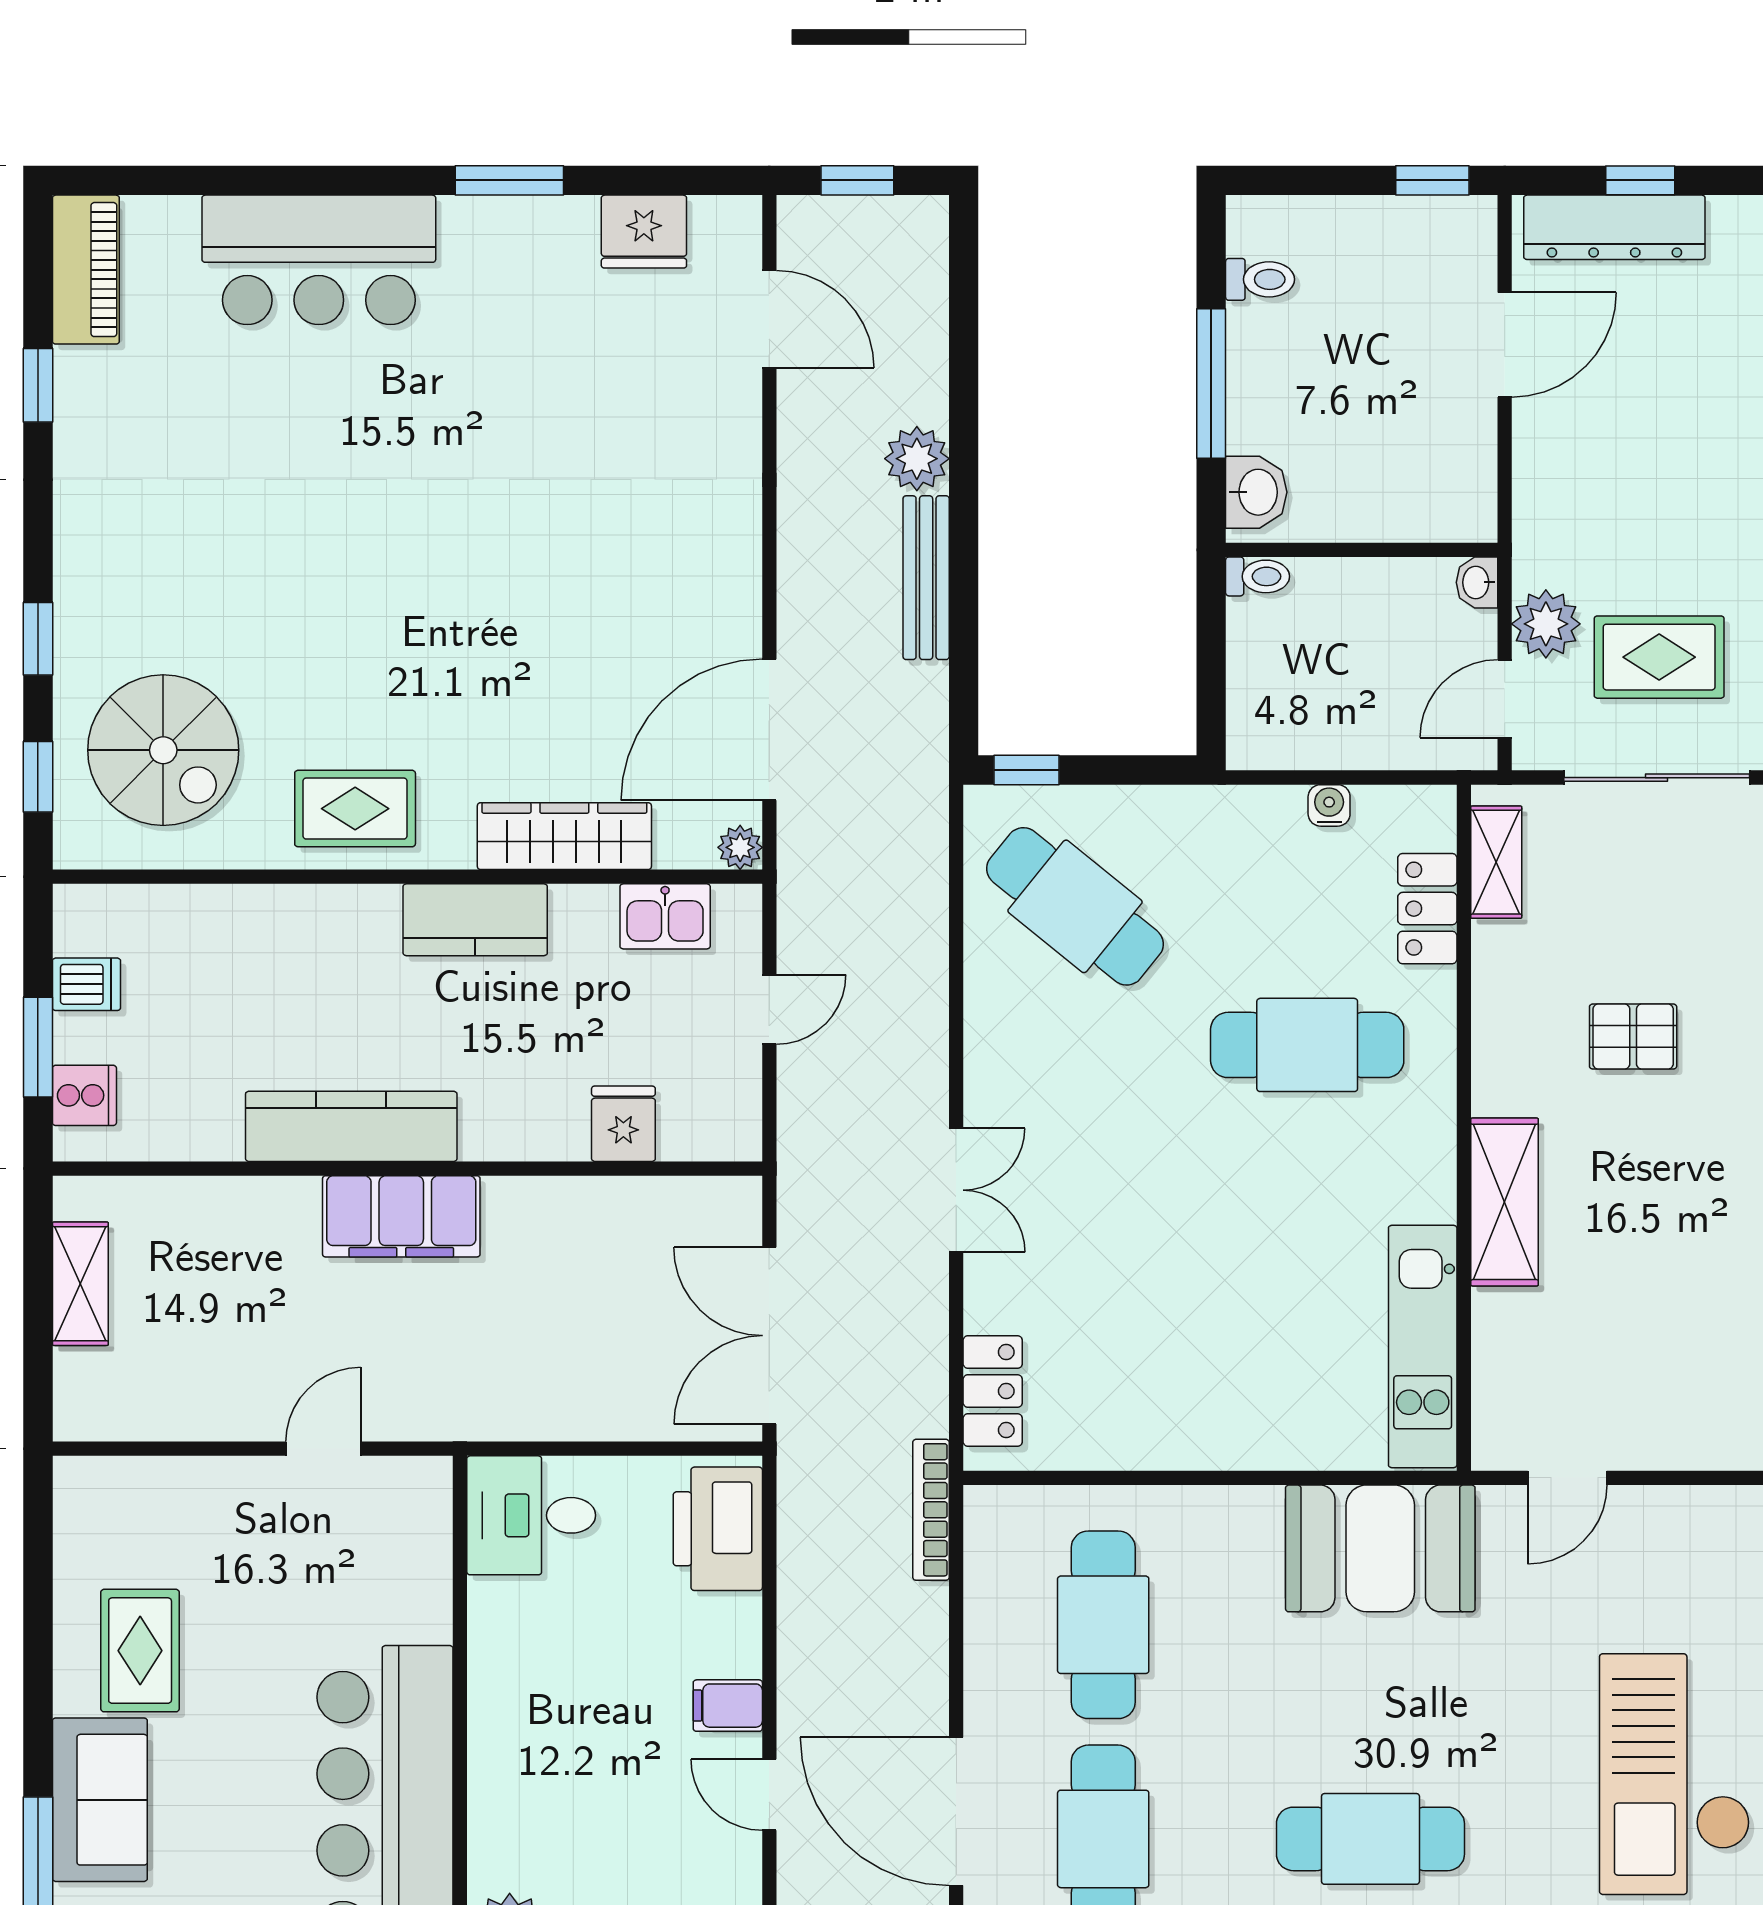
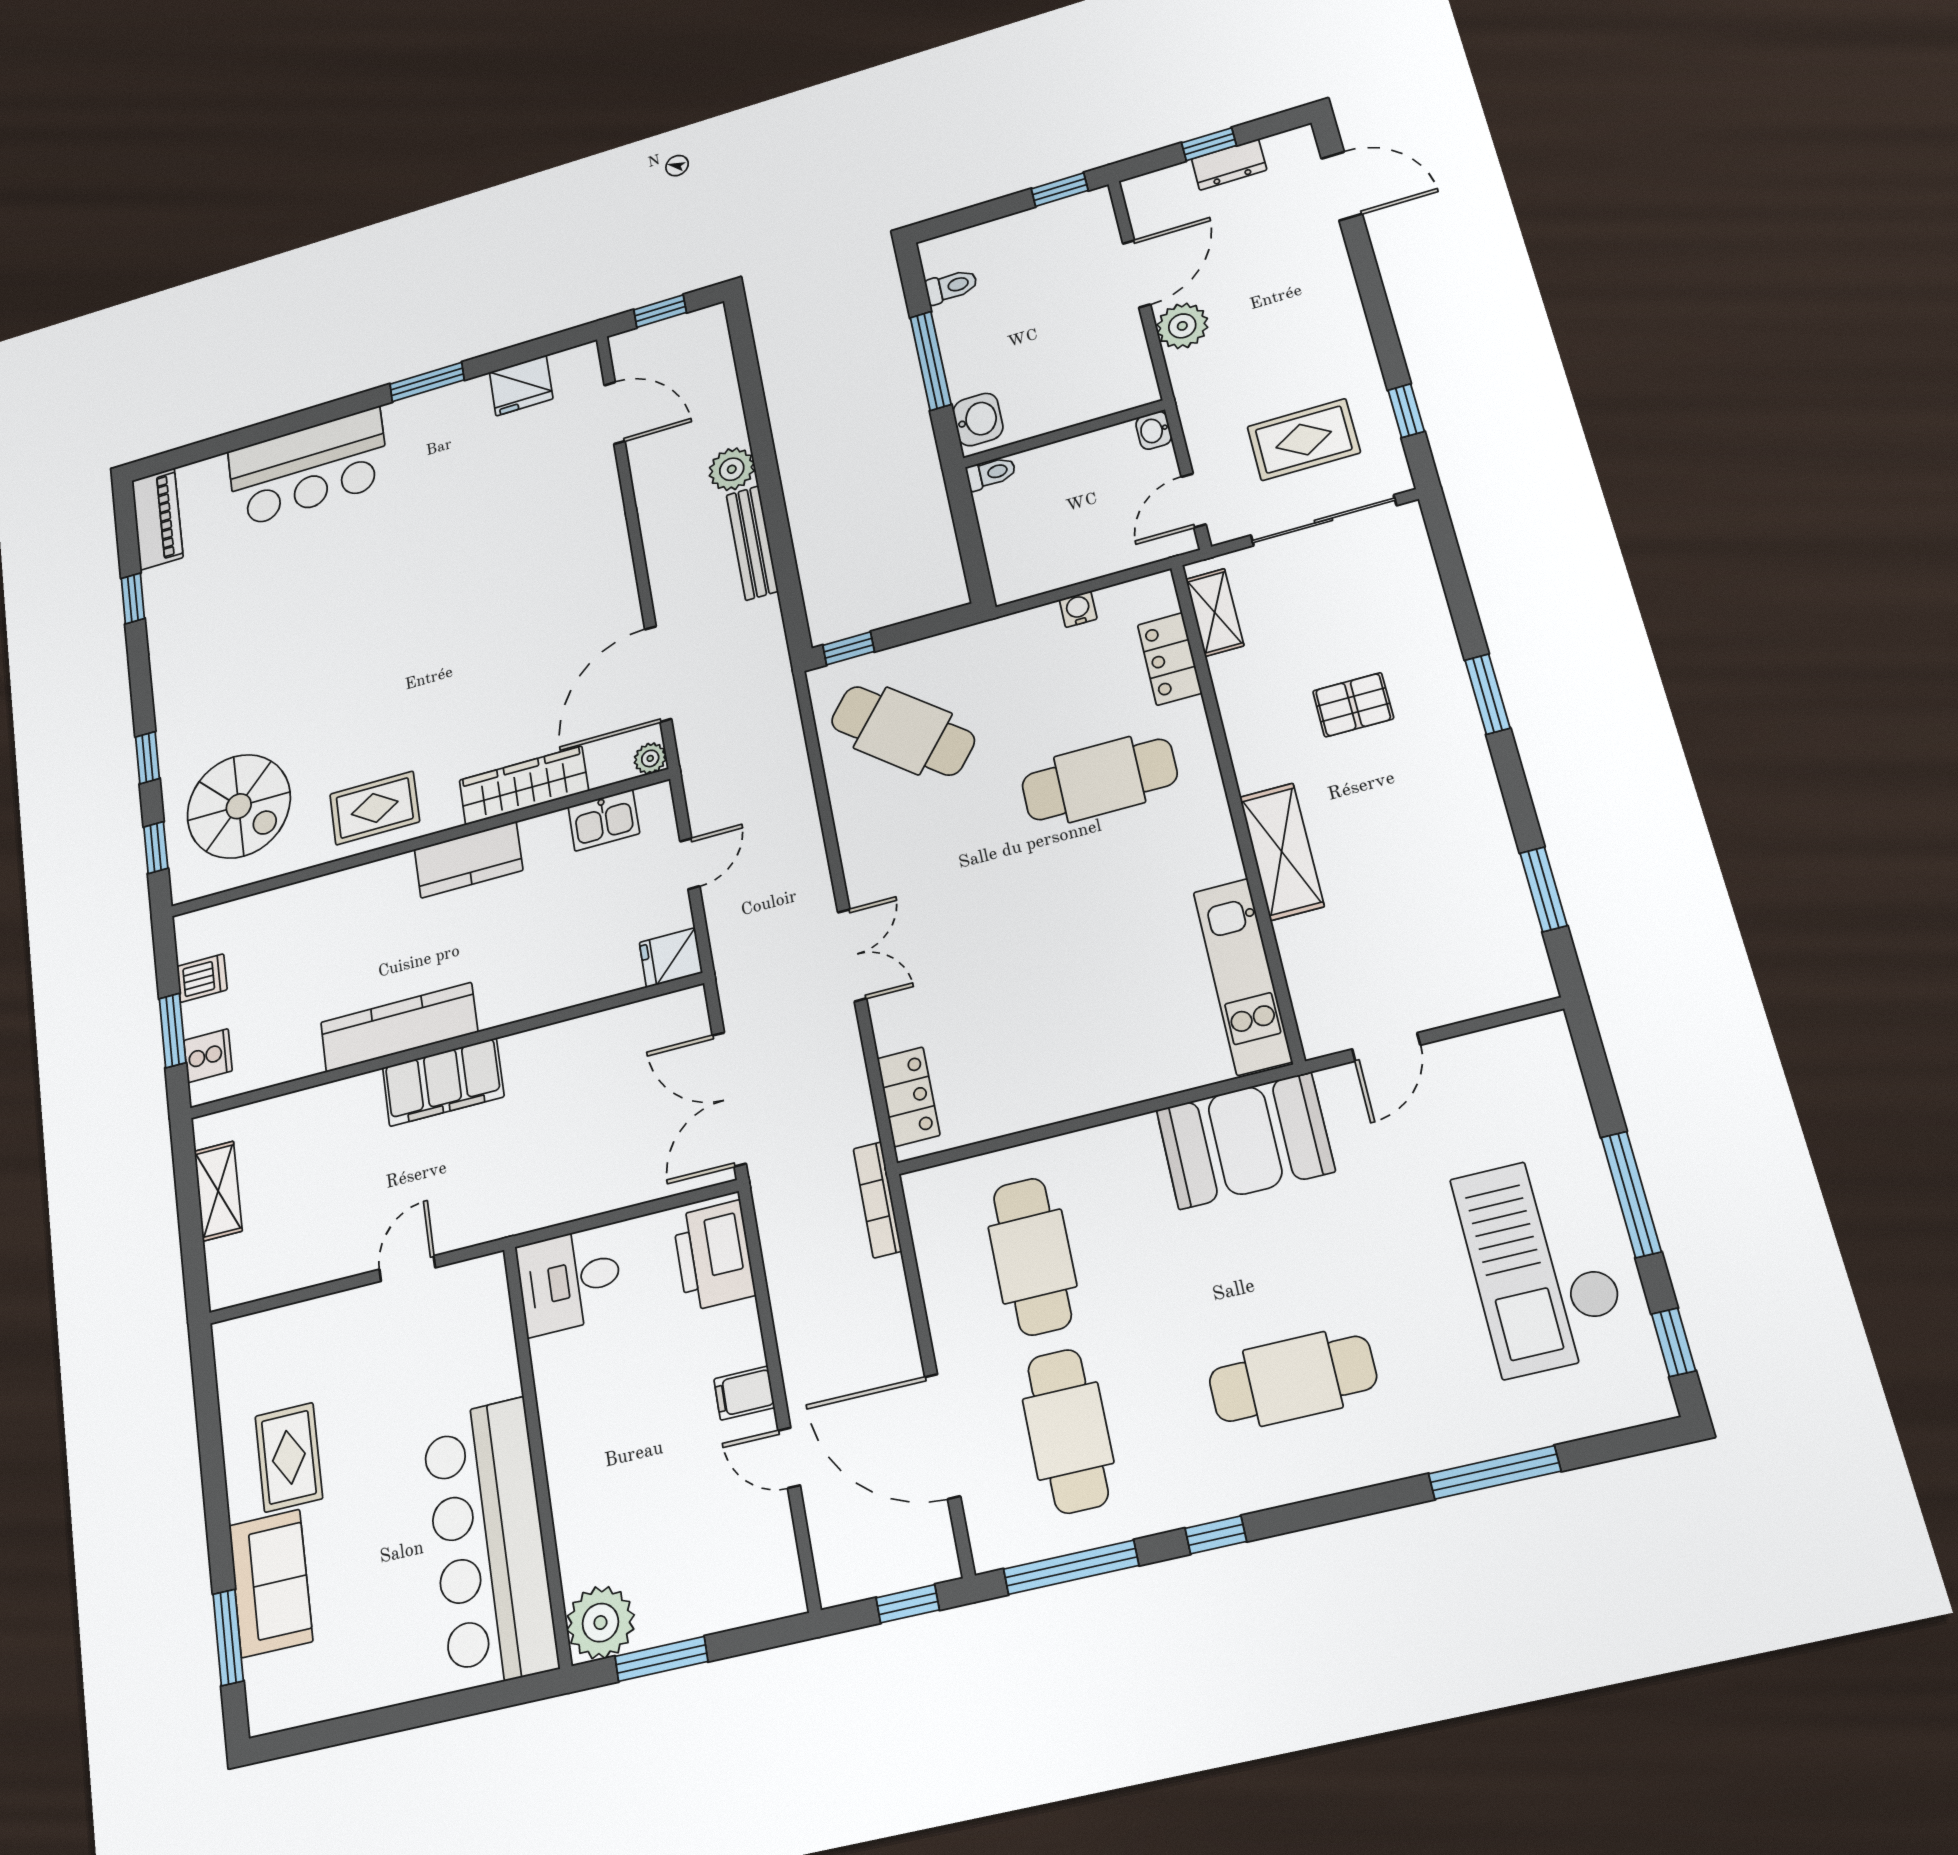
dresser: (1614, 227) -> (1229, 164), width x0.51, depth x0.80
plant: (1546, 624) -> (1182, 326), moved
fridge: (623, 1124) -> (671, 958), moved, turned -90

